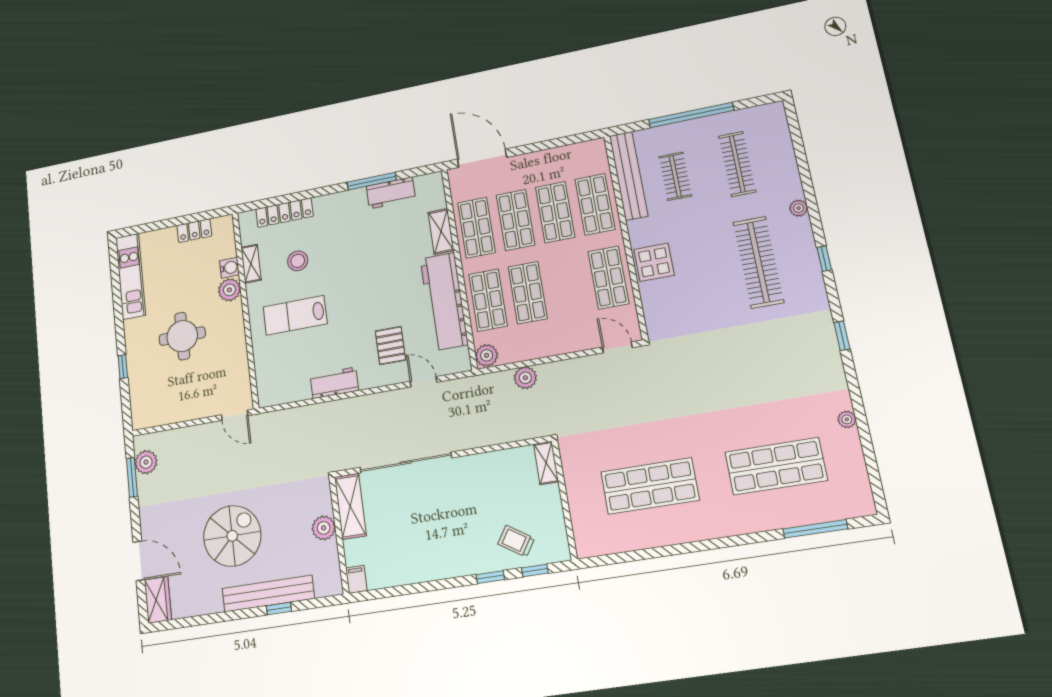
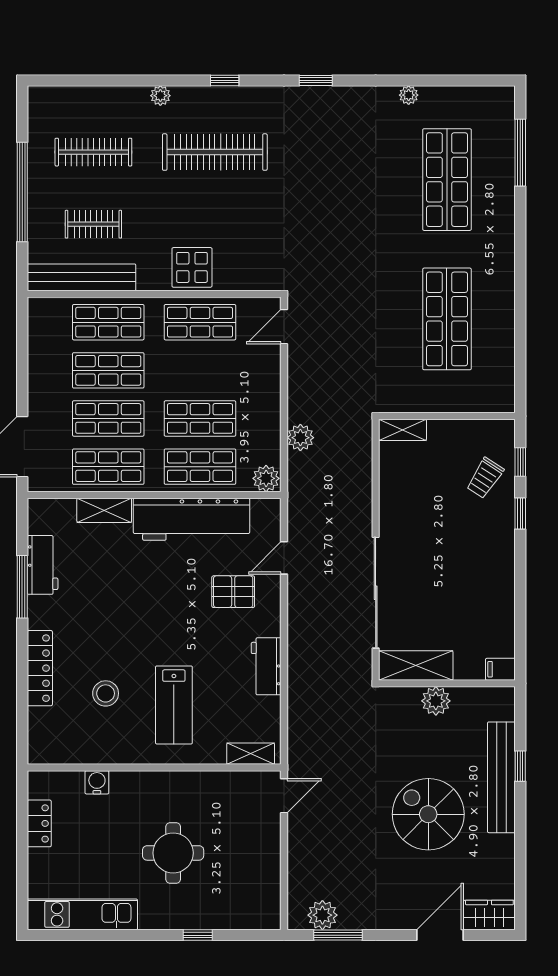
locker: (284, 213) -> (40, 668), moved
shelving: (251, 264) -> (251, 754), moved
plant: (229, 290) -> (126, 785), removed

